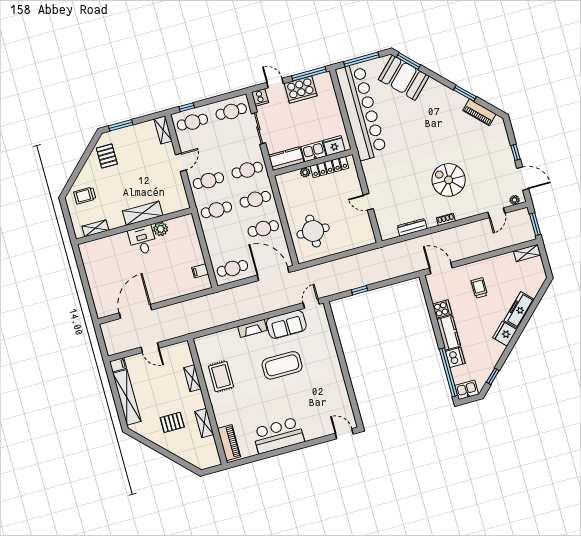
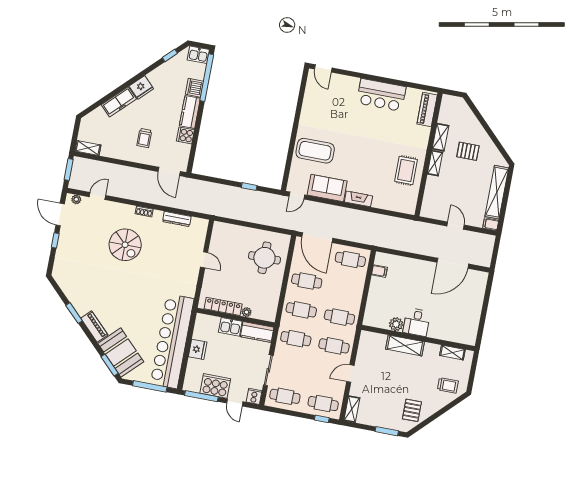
piano: (479, 112) -> (94, 327), moved
fridge: (334, 146) -> (198, 349), moved, turned -90
coffee table: (282, 365) -> (315, 151), moved
shelving: (192, 378) -> (435, 163), moved

